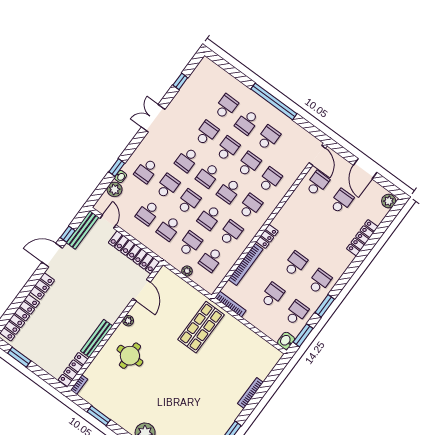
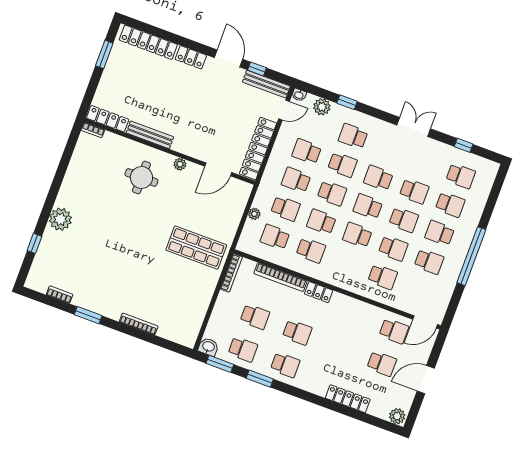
washbasin: (121, 177) -> (299, 95), moved
school desk: (250, 206) -> (461, 176), moved
window: (99, 416) -> (64, 162), removed

